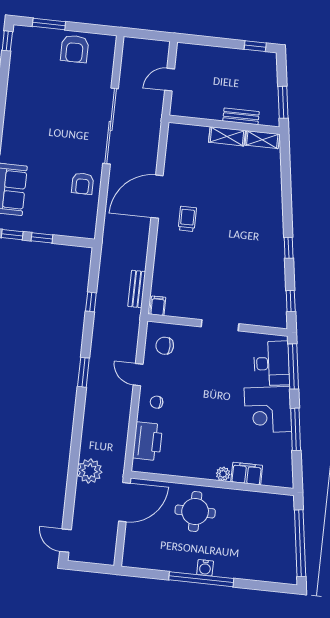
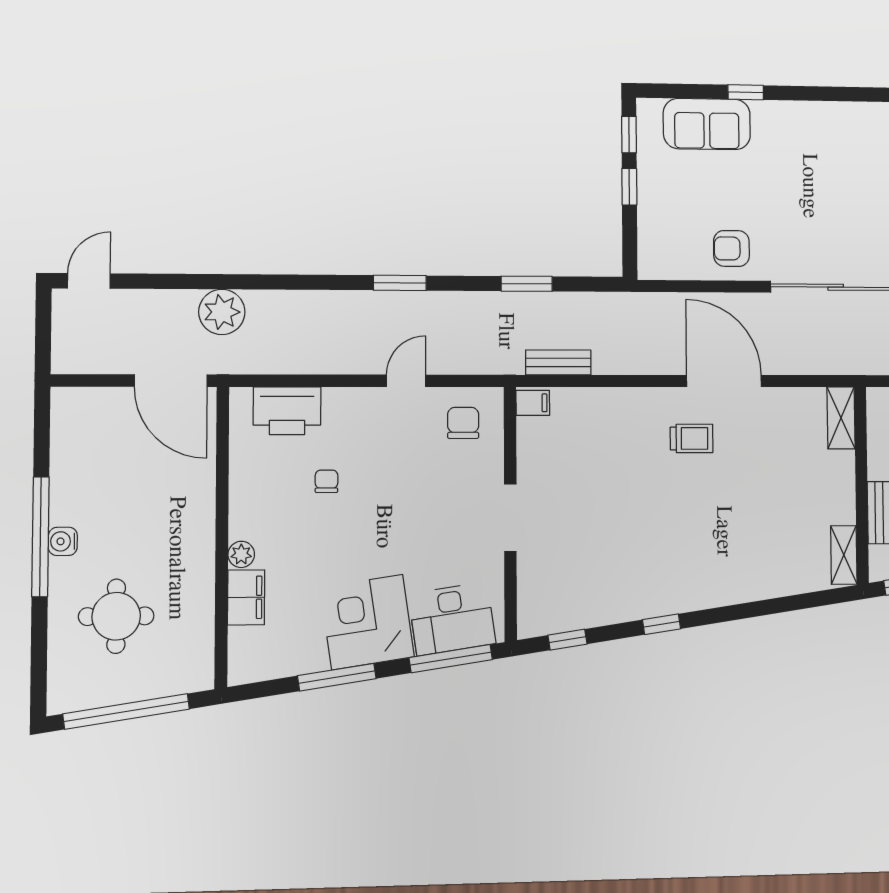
shelving: (227, 136) -> (841, 418), moved
window: (91, 302) -> (527, 284), width x1.50
chair: (157, 402) -> (326, 481), moved
round table: (195, 511) -> (116, 616), moved

